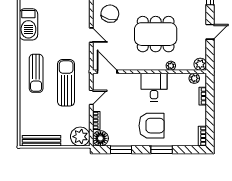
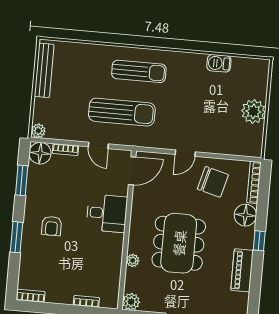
barbecue: (28, 24) -> (219, 63), width x0.53, depth x0.65
sun lounger: (36, 73) -> (139, 71), turned 180
plant: (194, 78) -> (112, 292), removed
desk: (154, 87) -> (107, 213), moved
armchair: (152, 126) -> (52, 226), width x0.53, depth x0.53
plant: (80, 137) -> (38, 131), width x0.53, depth x0.53

